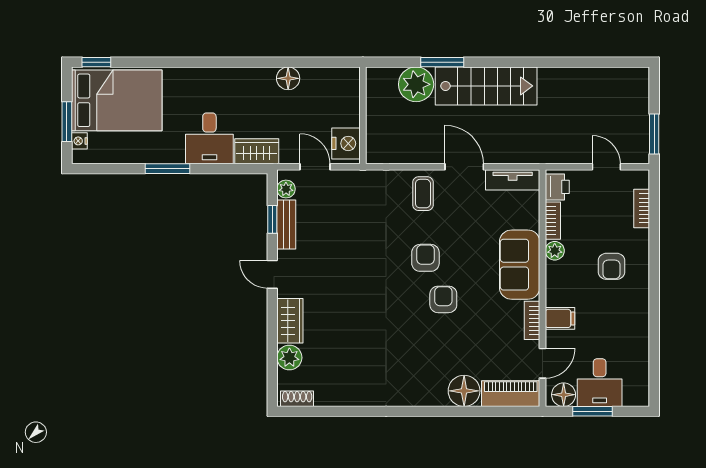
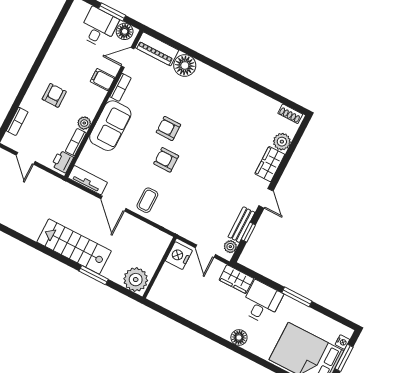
floor lamp: (288, 78) -> (239, 337), moved
plant: (416, 84) -> (136, 280), moved
armchair: (425, 258) -> (166, 160), turned 90
armchair: (443, 299) -> (168, 128), turned 90

